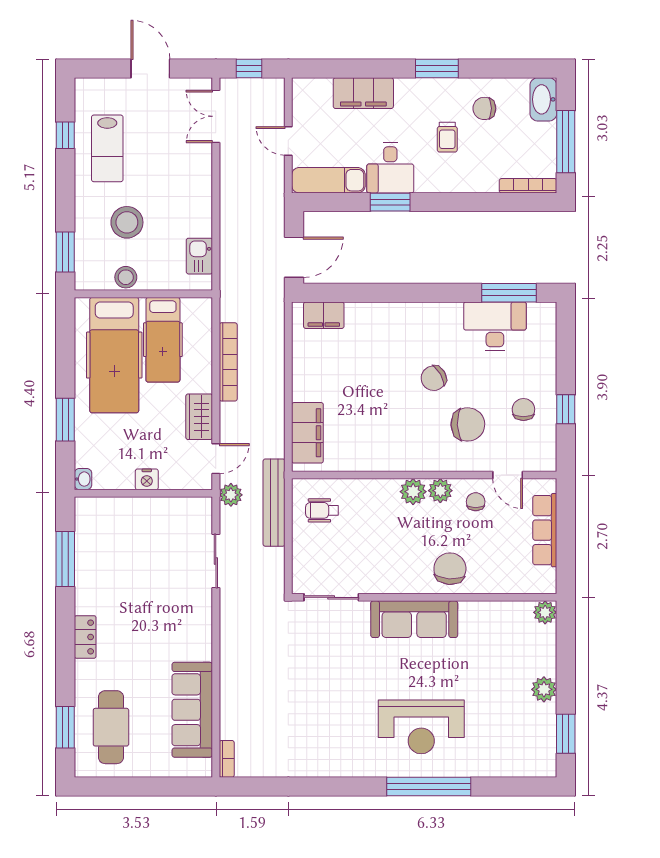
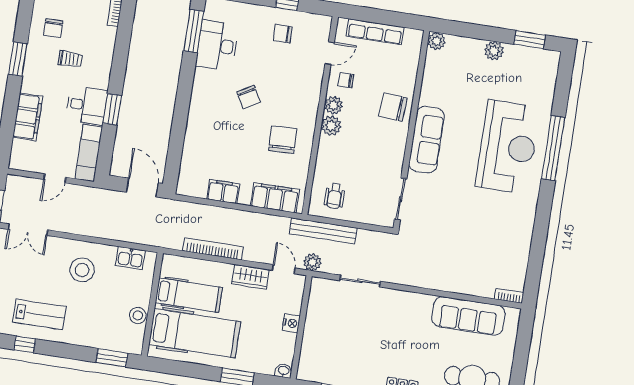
stool: (127, 222) -> (82, 270), moved
filing cabinet: (324, 315) -> (223, 192), moved, turned -90
chair: (468, 424) -> (283, 140), moved
reception desk: (421, 727) -> (508, 147), width x1.36, depth x1.30

